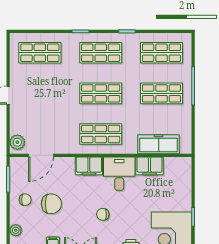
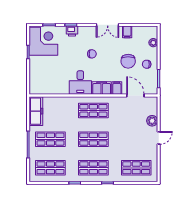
plant: (17, 142) -> (152, 121), moved
freezer: (159, 144) -> (36, 111), moved, turned -90
door: (41, 155) -> (135, 95), hinge flipped
filing cabinet: (150, 166) -> (117, 88), moved, width x0.50
chair: (51, 204) -> (128, 61), turned -90

